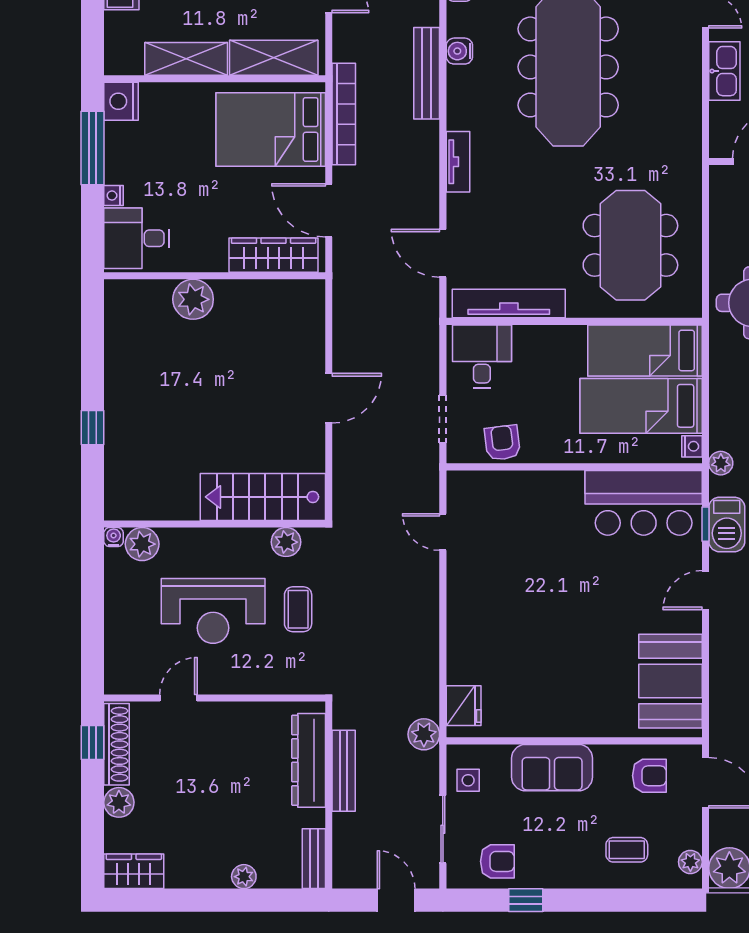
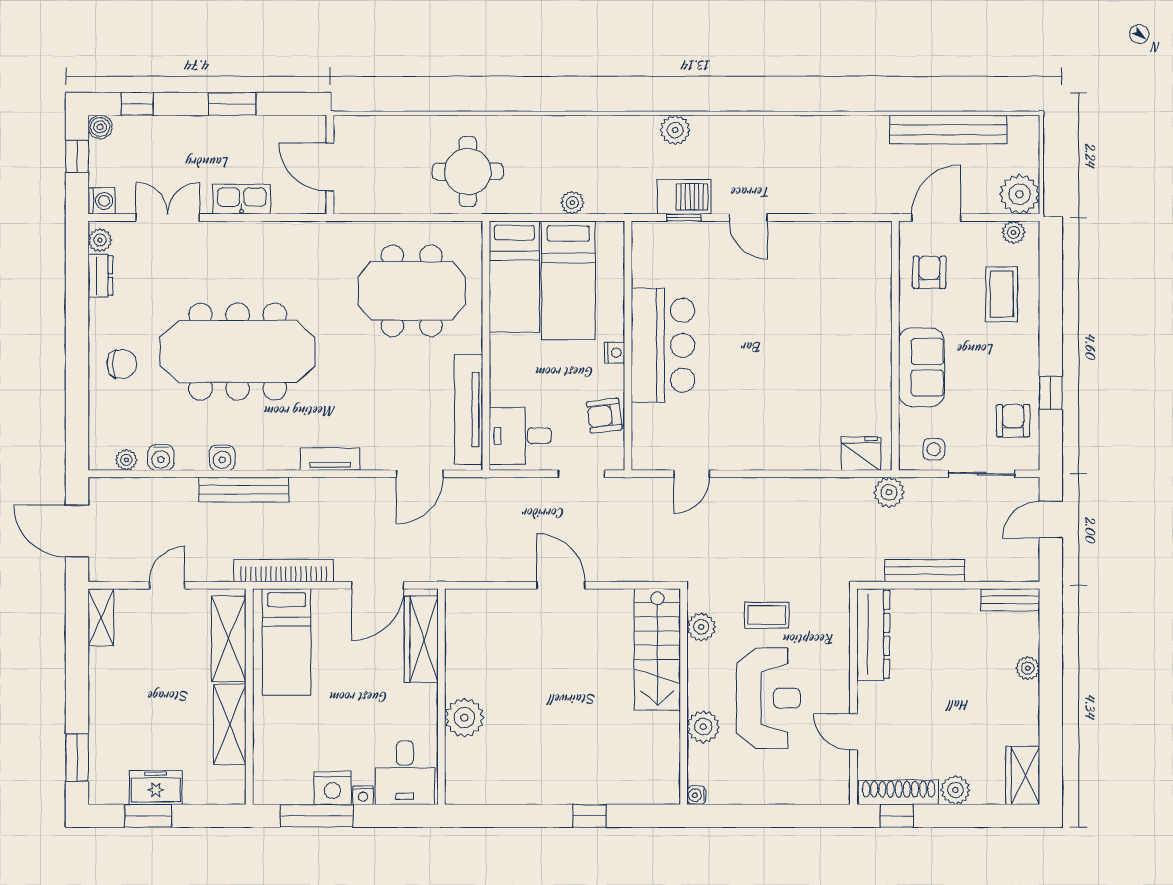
nightstand: (121, 101) -> (332, 788), moved
bed: (271, 129) -> (287, 642), width x0.67
nightstand: (692, 446) -> (615, 353), moved, turned 90
plant: (721, 463) -> (572, 203), moved
bar counter: (644, 503) -> (663, 345), moved
plant: (142, 544) -> (703, 727), moved
booth: (670, 681) -> (837, 252), removed
dresser: (309, 760) -> (873, 634), moved, turned -90
coffee table: (627, 850) -> (1002, 294), width x1.36, depth x1.30

